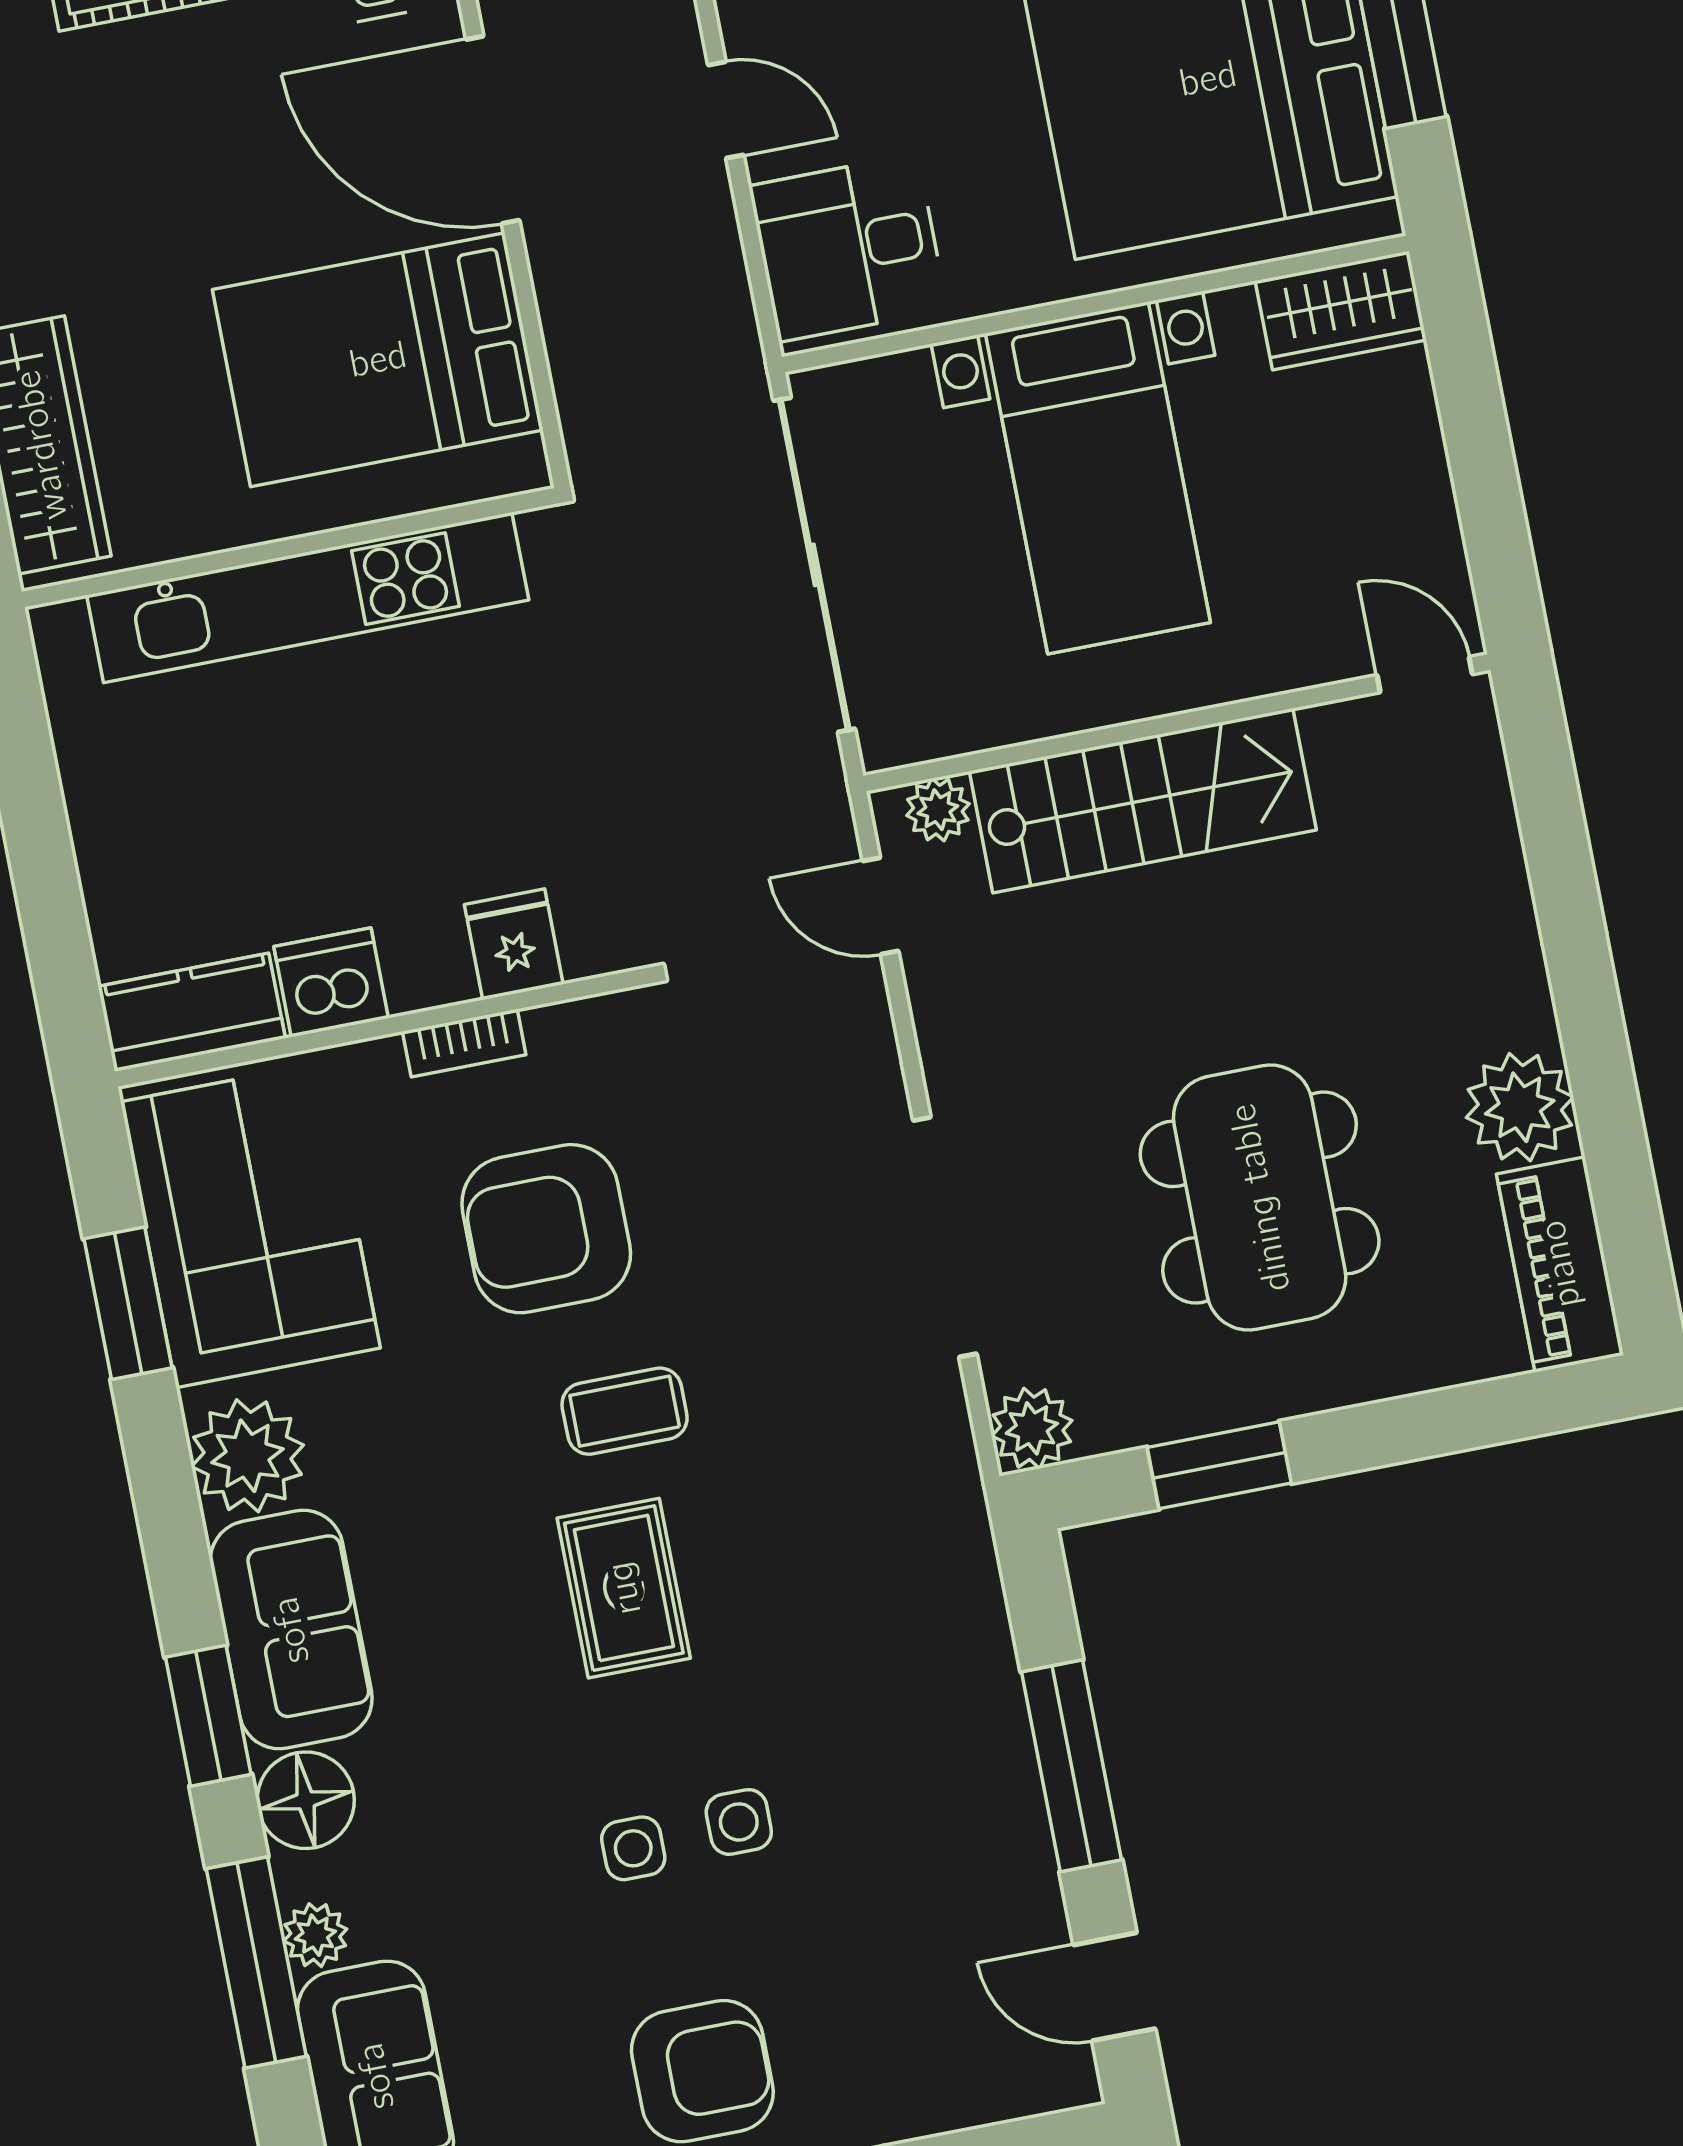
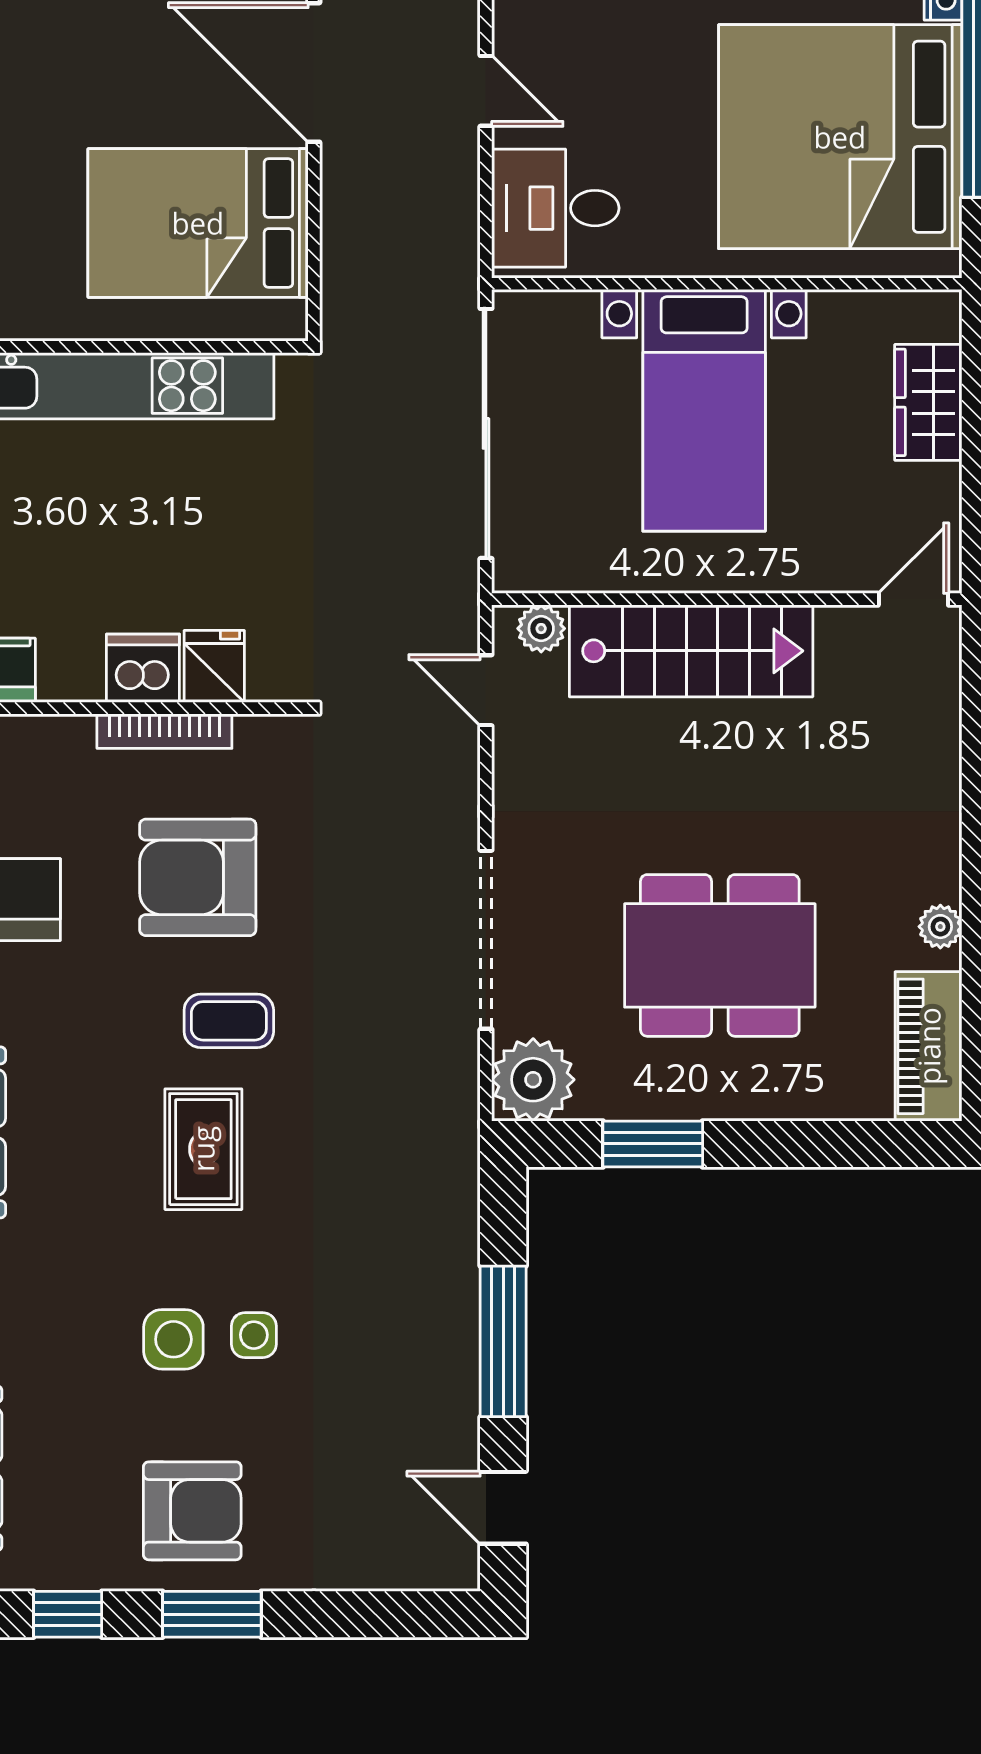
wardrobe: (1341, 311) -> (928, 402), moved, turned 90
door: (1425, 675) -> (913, 599), hinge flipped
dishwasher: (331, 982) -> (143, 668), moved
bookcase: (464, 1043) -> (164, 731), width x1.56
plant: (1520, 1107) -> (940, 927), width x0.53, depth x0.53
dining table: (1260, 1198) -> (720, 955), turned 90
plant: (1032, 1428) -> (533, 1080), width x1.36, depth x1.36
side table: (633, 1848) -> (173, 1339), width x1.37, depth x1.37

